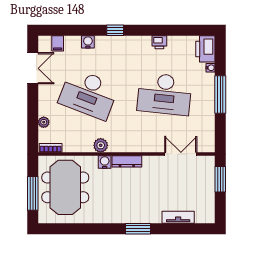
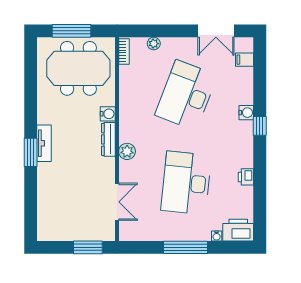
water cooler: (88, 42) -> (246, 113), moved
plant: (101, 145) -> (127, 151), moved
tv unit: (178, 217) -> (44, 143), moved

